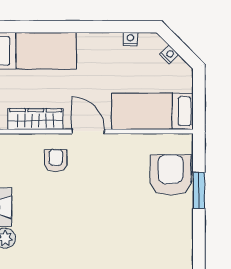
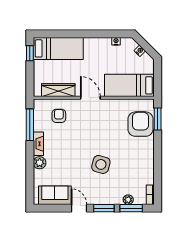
armchair: (56, 160) -> (59, 116), moved
window: (199, 190) -> (158, 119), moved
side table: (106, 241) -> (101, 164), added

